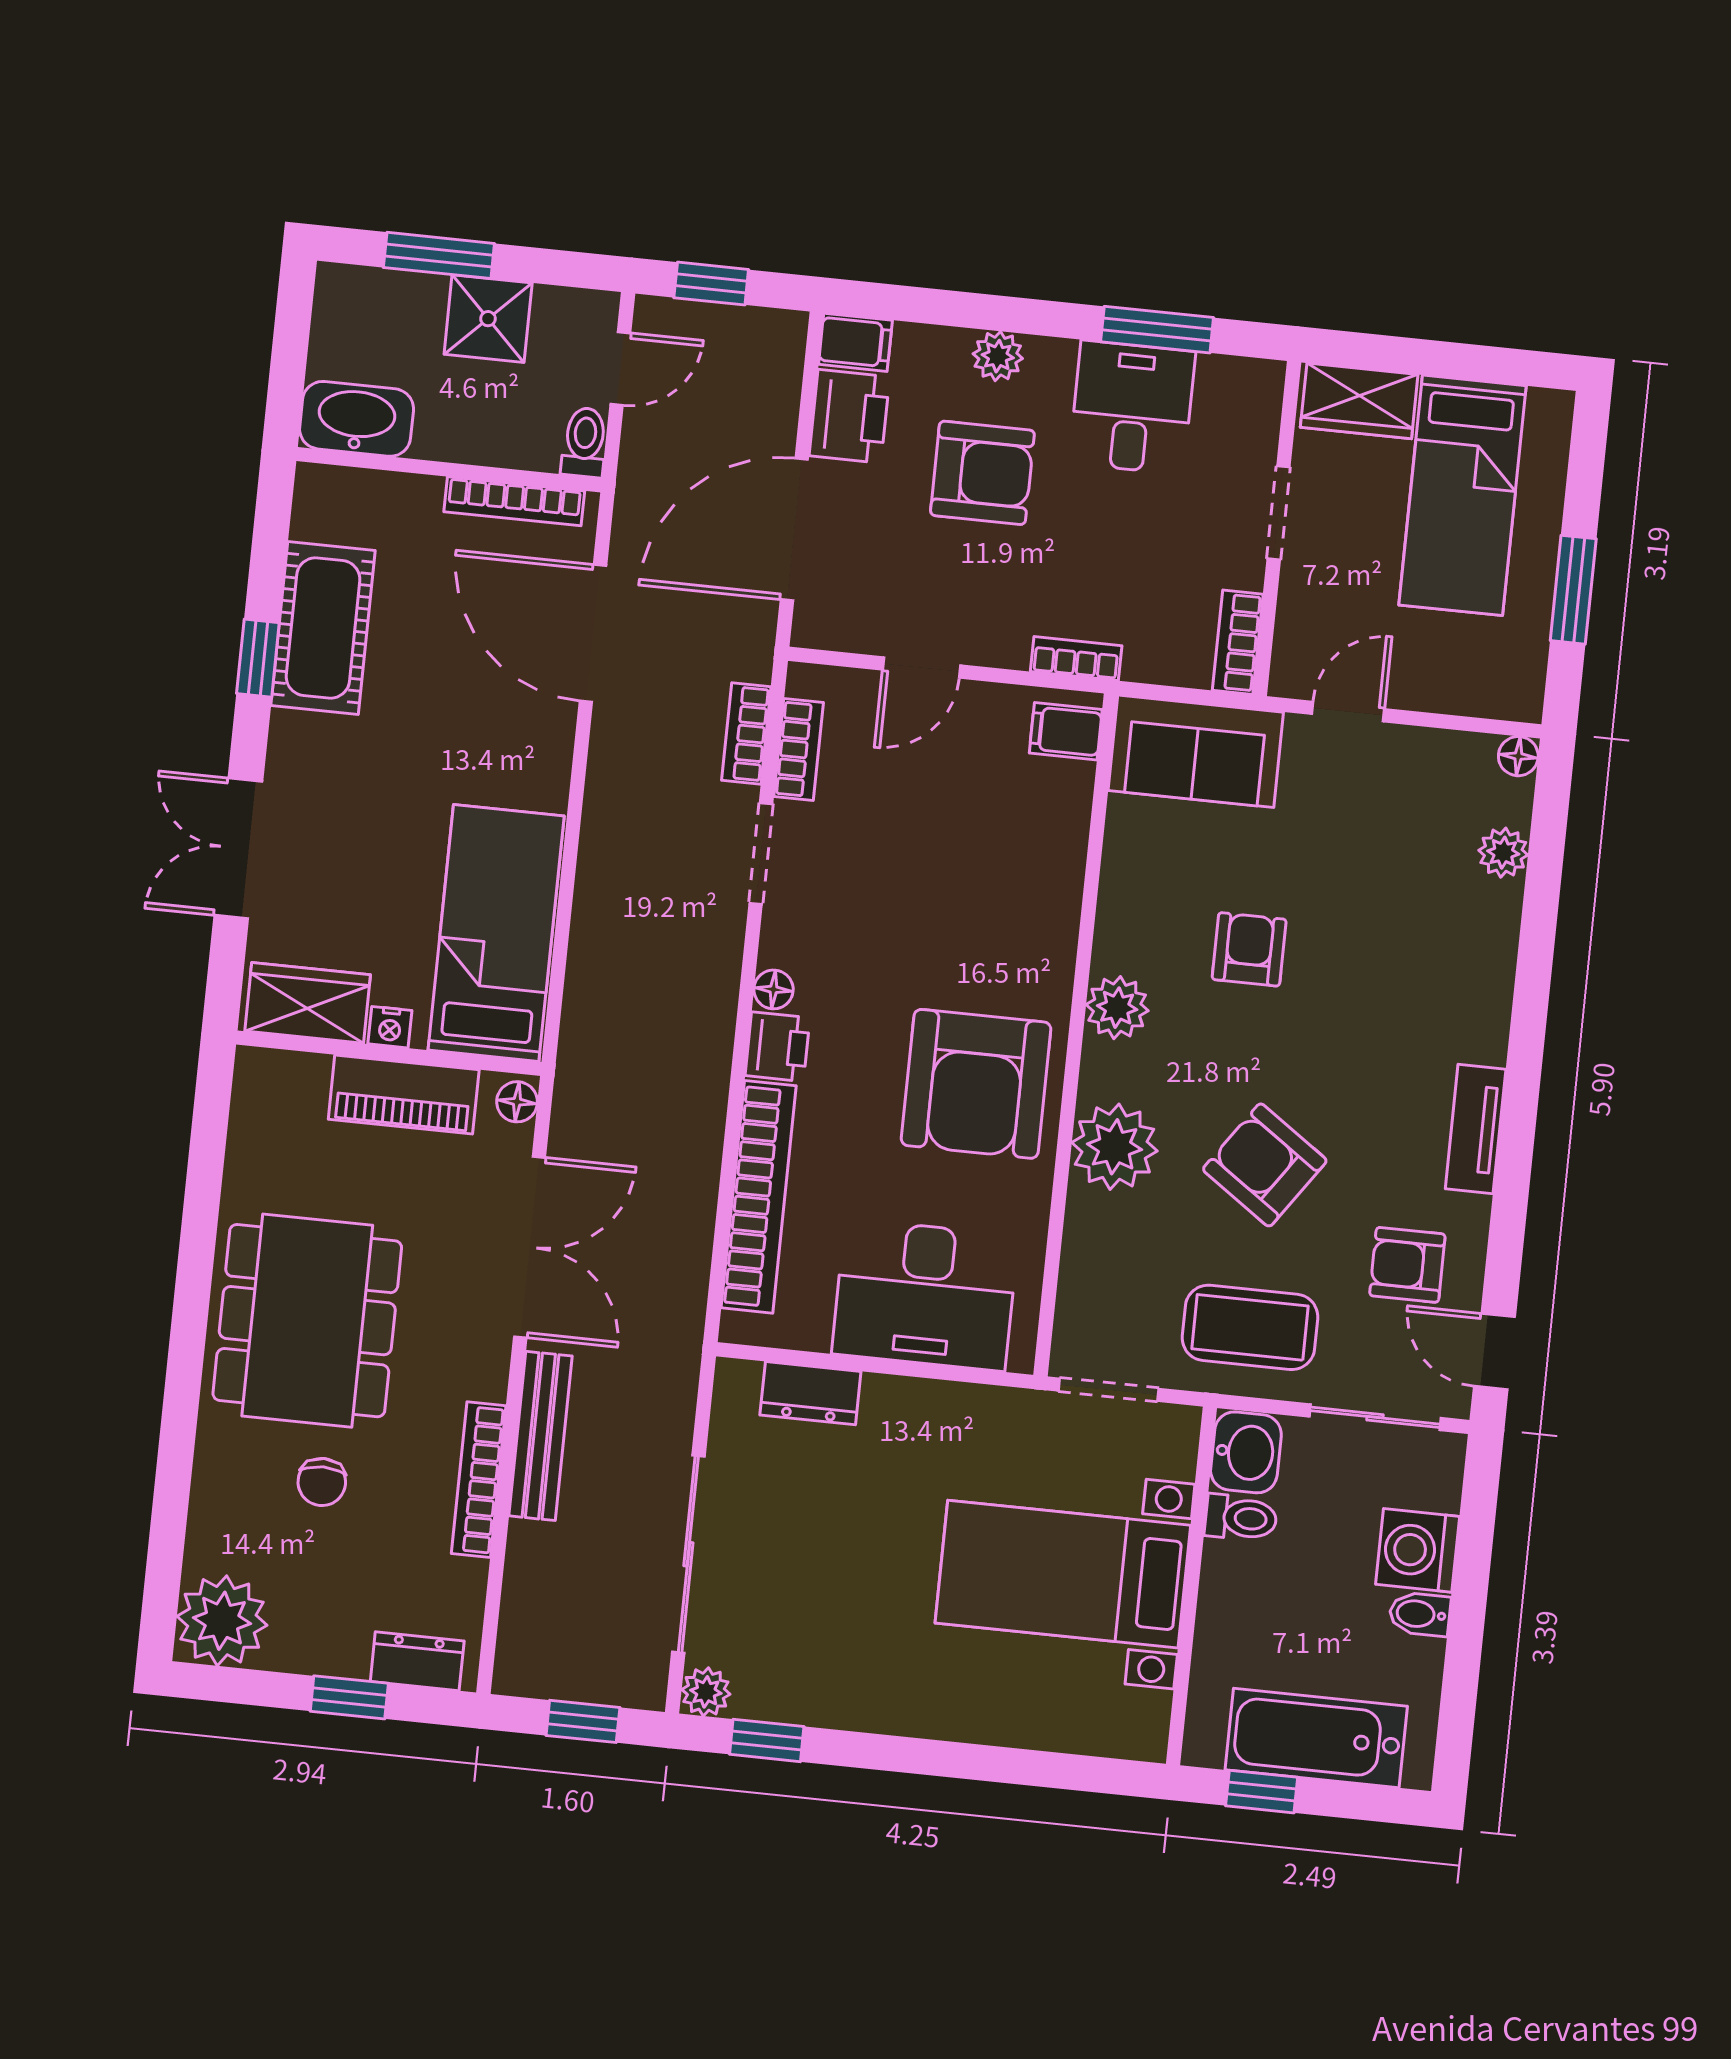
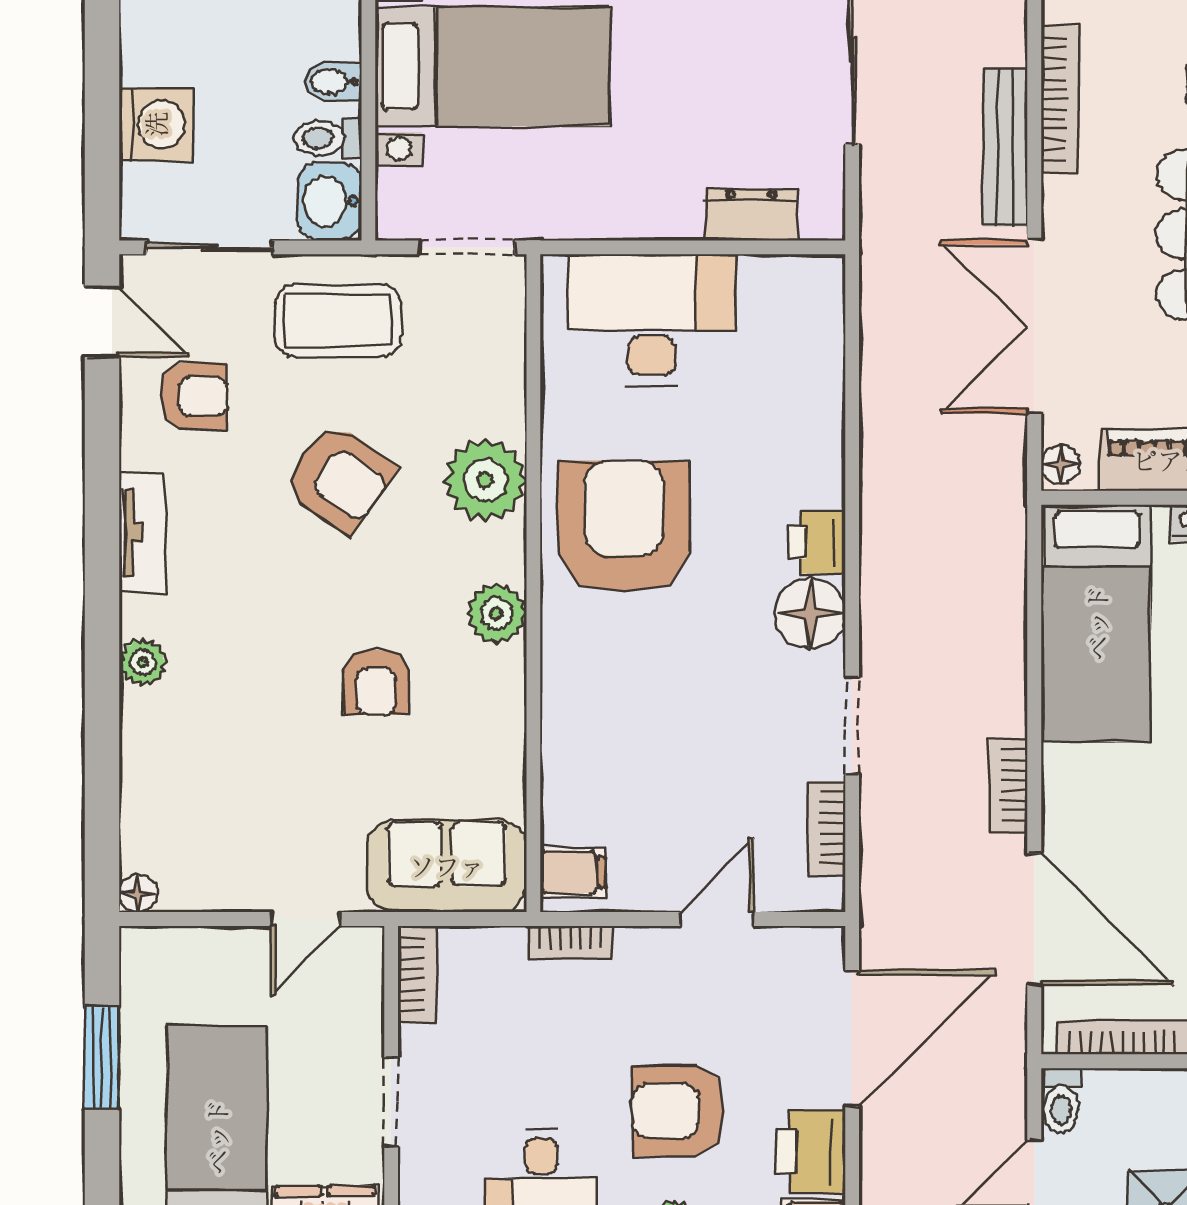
bookcase: (746, 733) -> (1009, 785), moved, turned 180
plant: (1503, 853) -> (143, 662), moved
floor lamp: (774, 989) -> (810, 613), width x1.89, depth x1.89
bookcase: (759, 1197) -> (820, 397), removed
bidet: (1420, 1614) -> (333, 81), moved, turned 180

